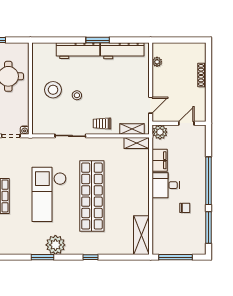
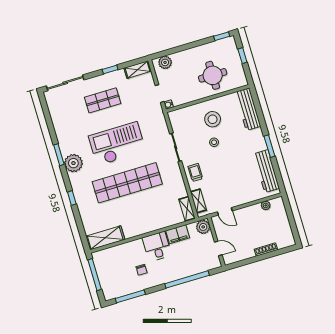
workbench: (78, 51) -> (248, 109), moved
window: (209, 181) -> (187, 279), moved

